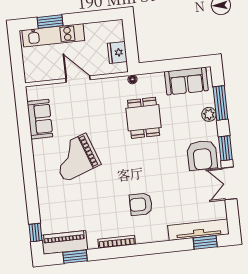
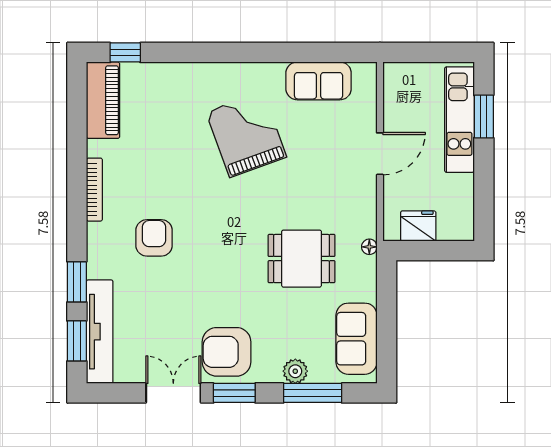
window: (75, 257) -> (77, 282), moved

